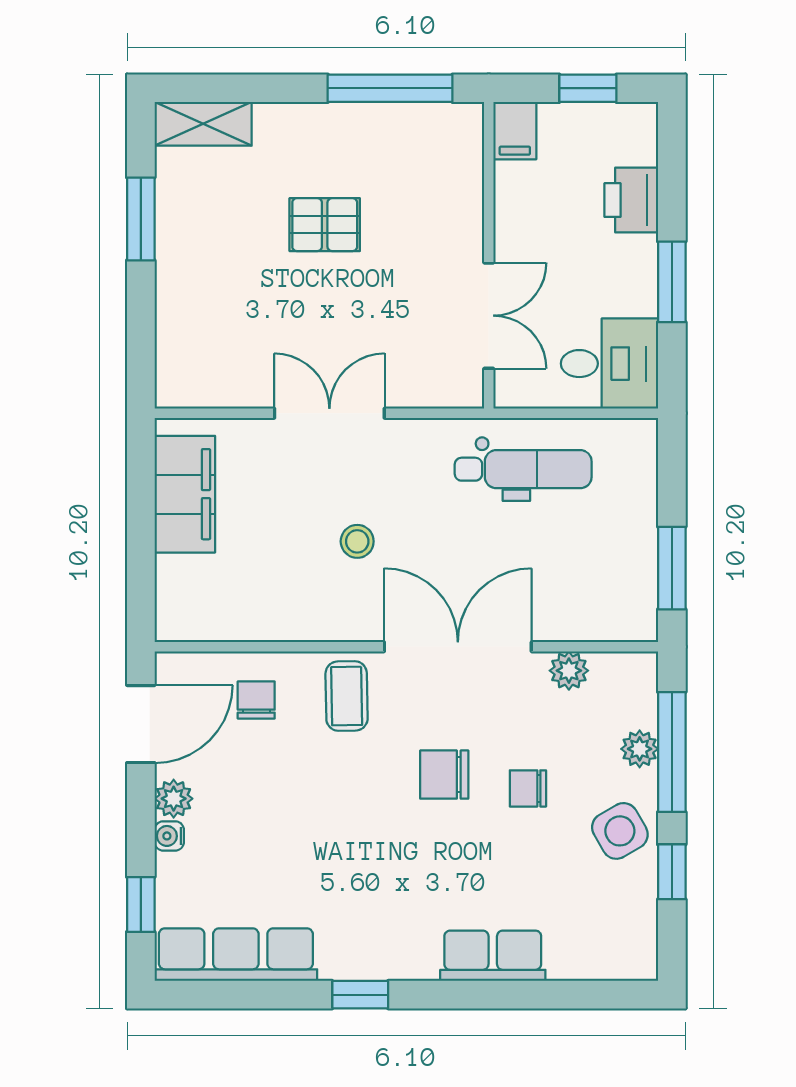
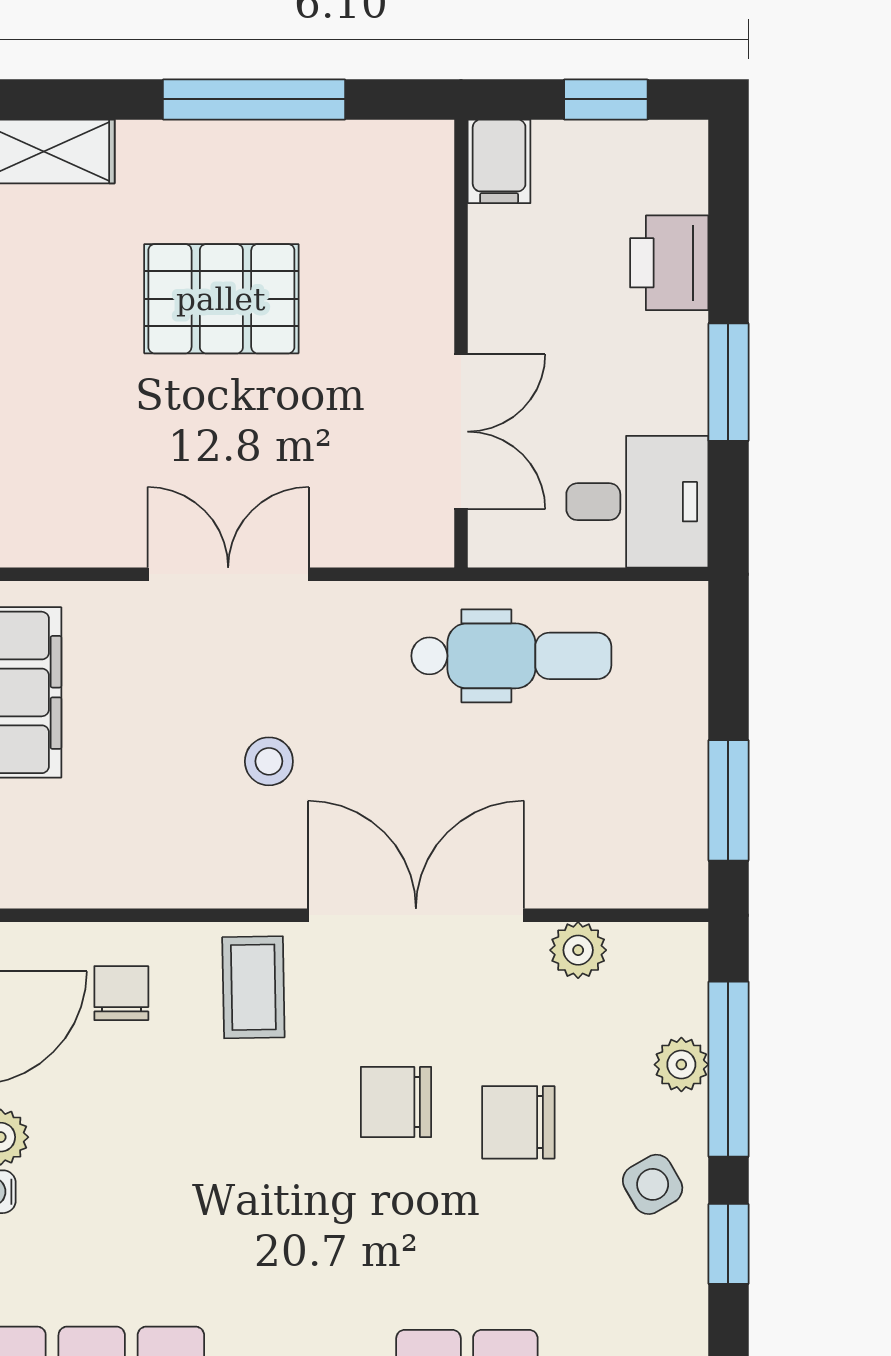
window: (390, 88) -> (254, 99), moved
pallet: (325, 225) -> (221, 299), width x1.50, depth x1.42
chair: (528, 788) -> (518, 1122), width x1.37, depth x1.37
side table: (620, 831) -> (653, 1184), width x0.73, depth x0.73

